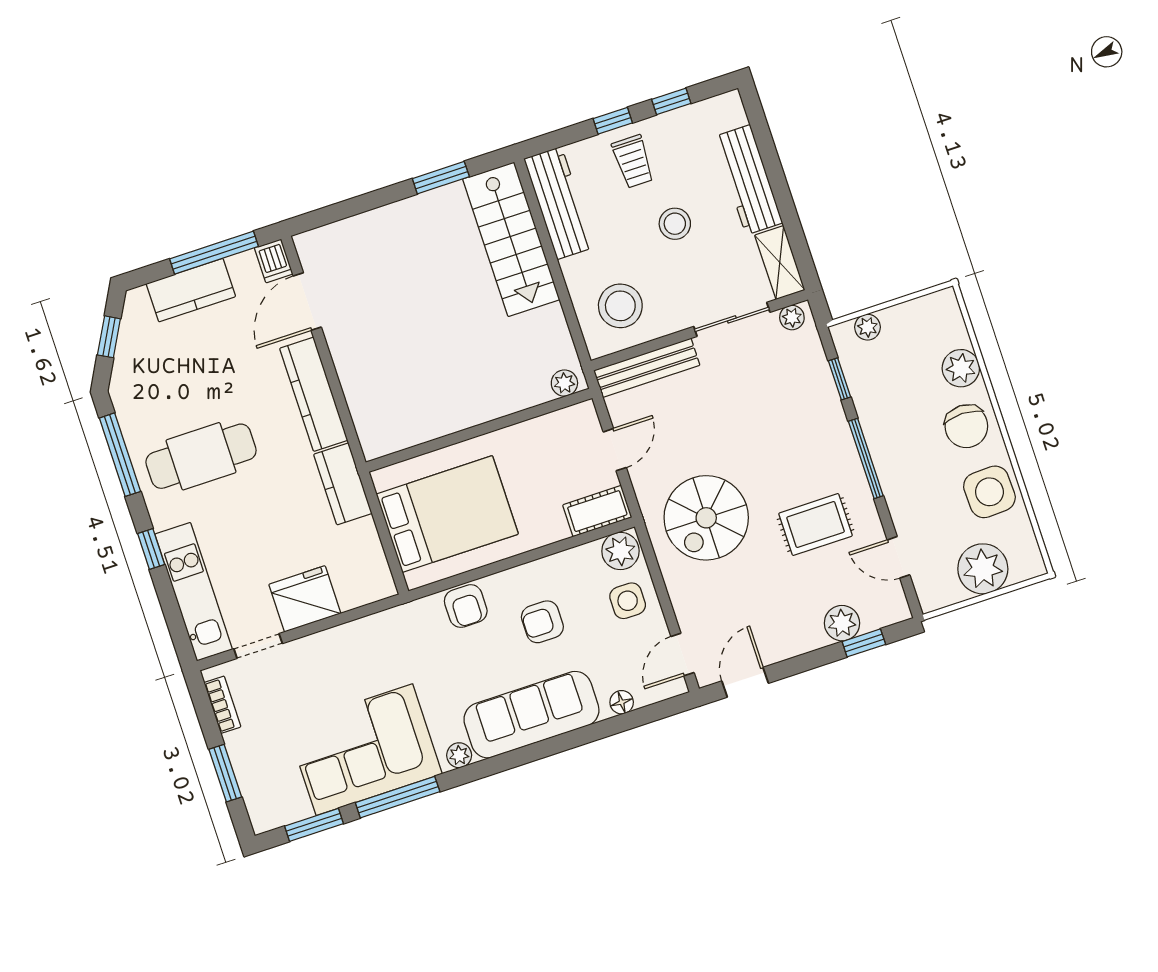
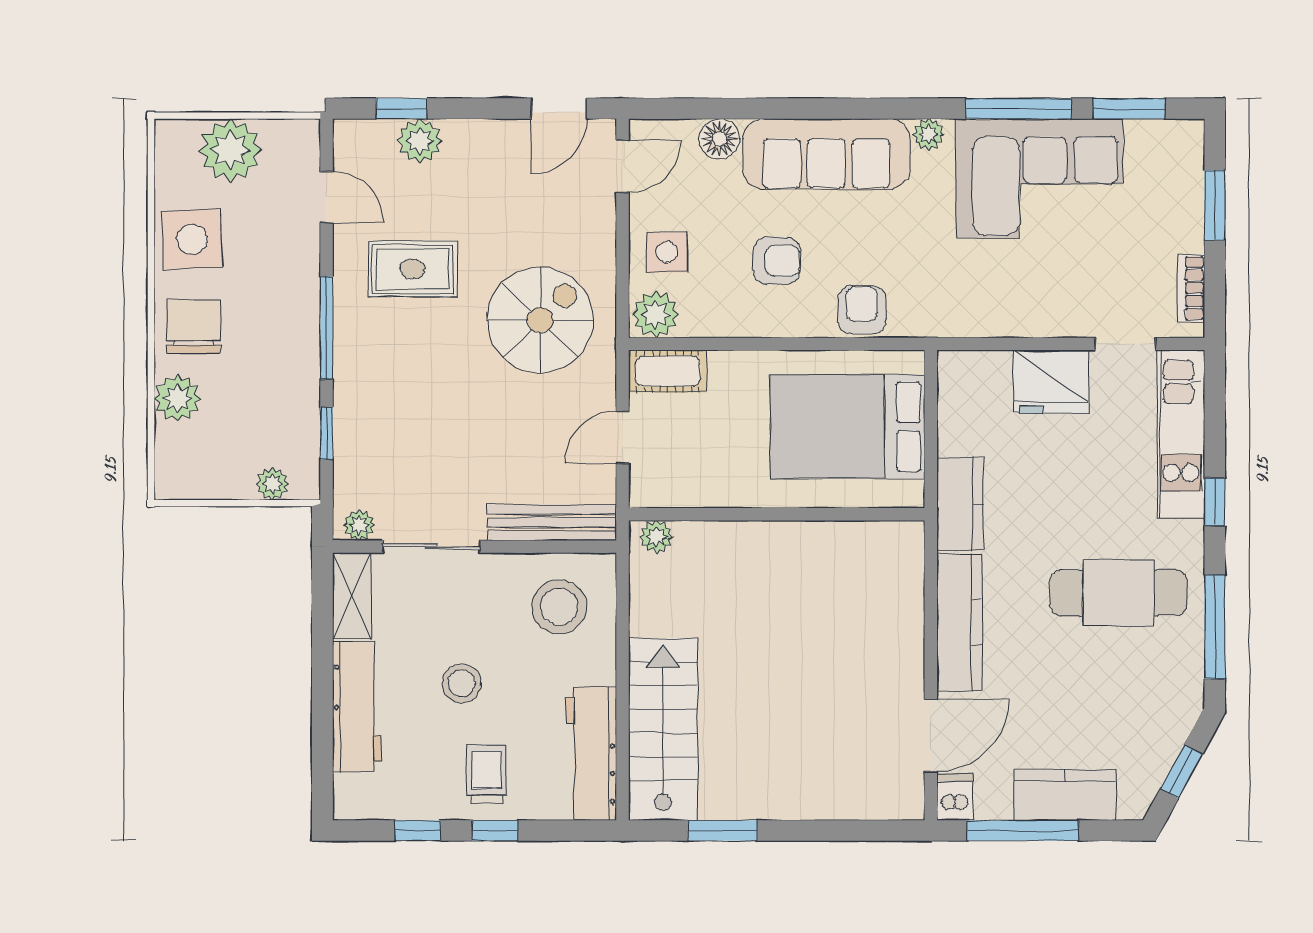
floor lamp: (622, 702) -> (719, 139), width x1.37, depth x1.37

